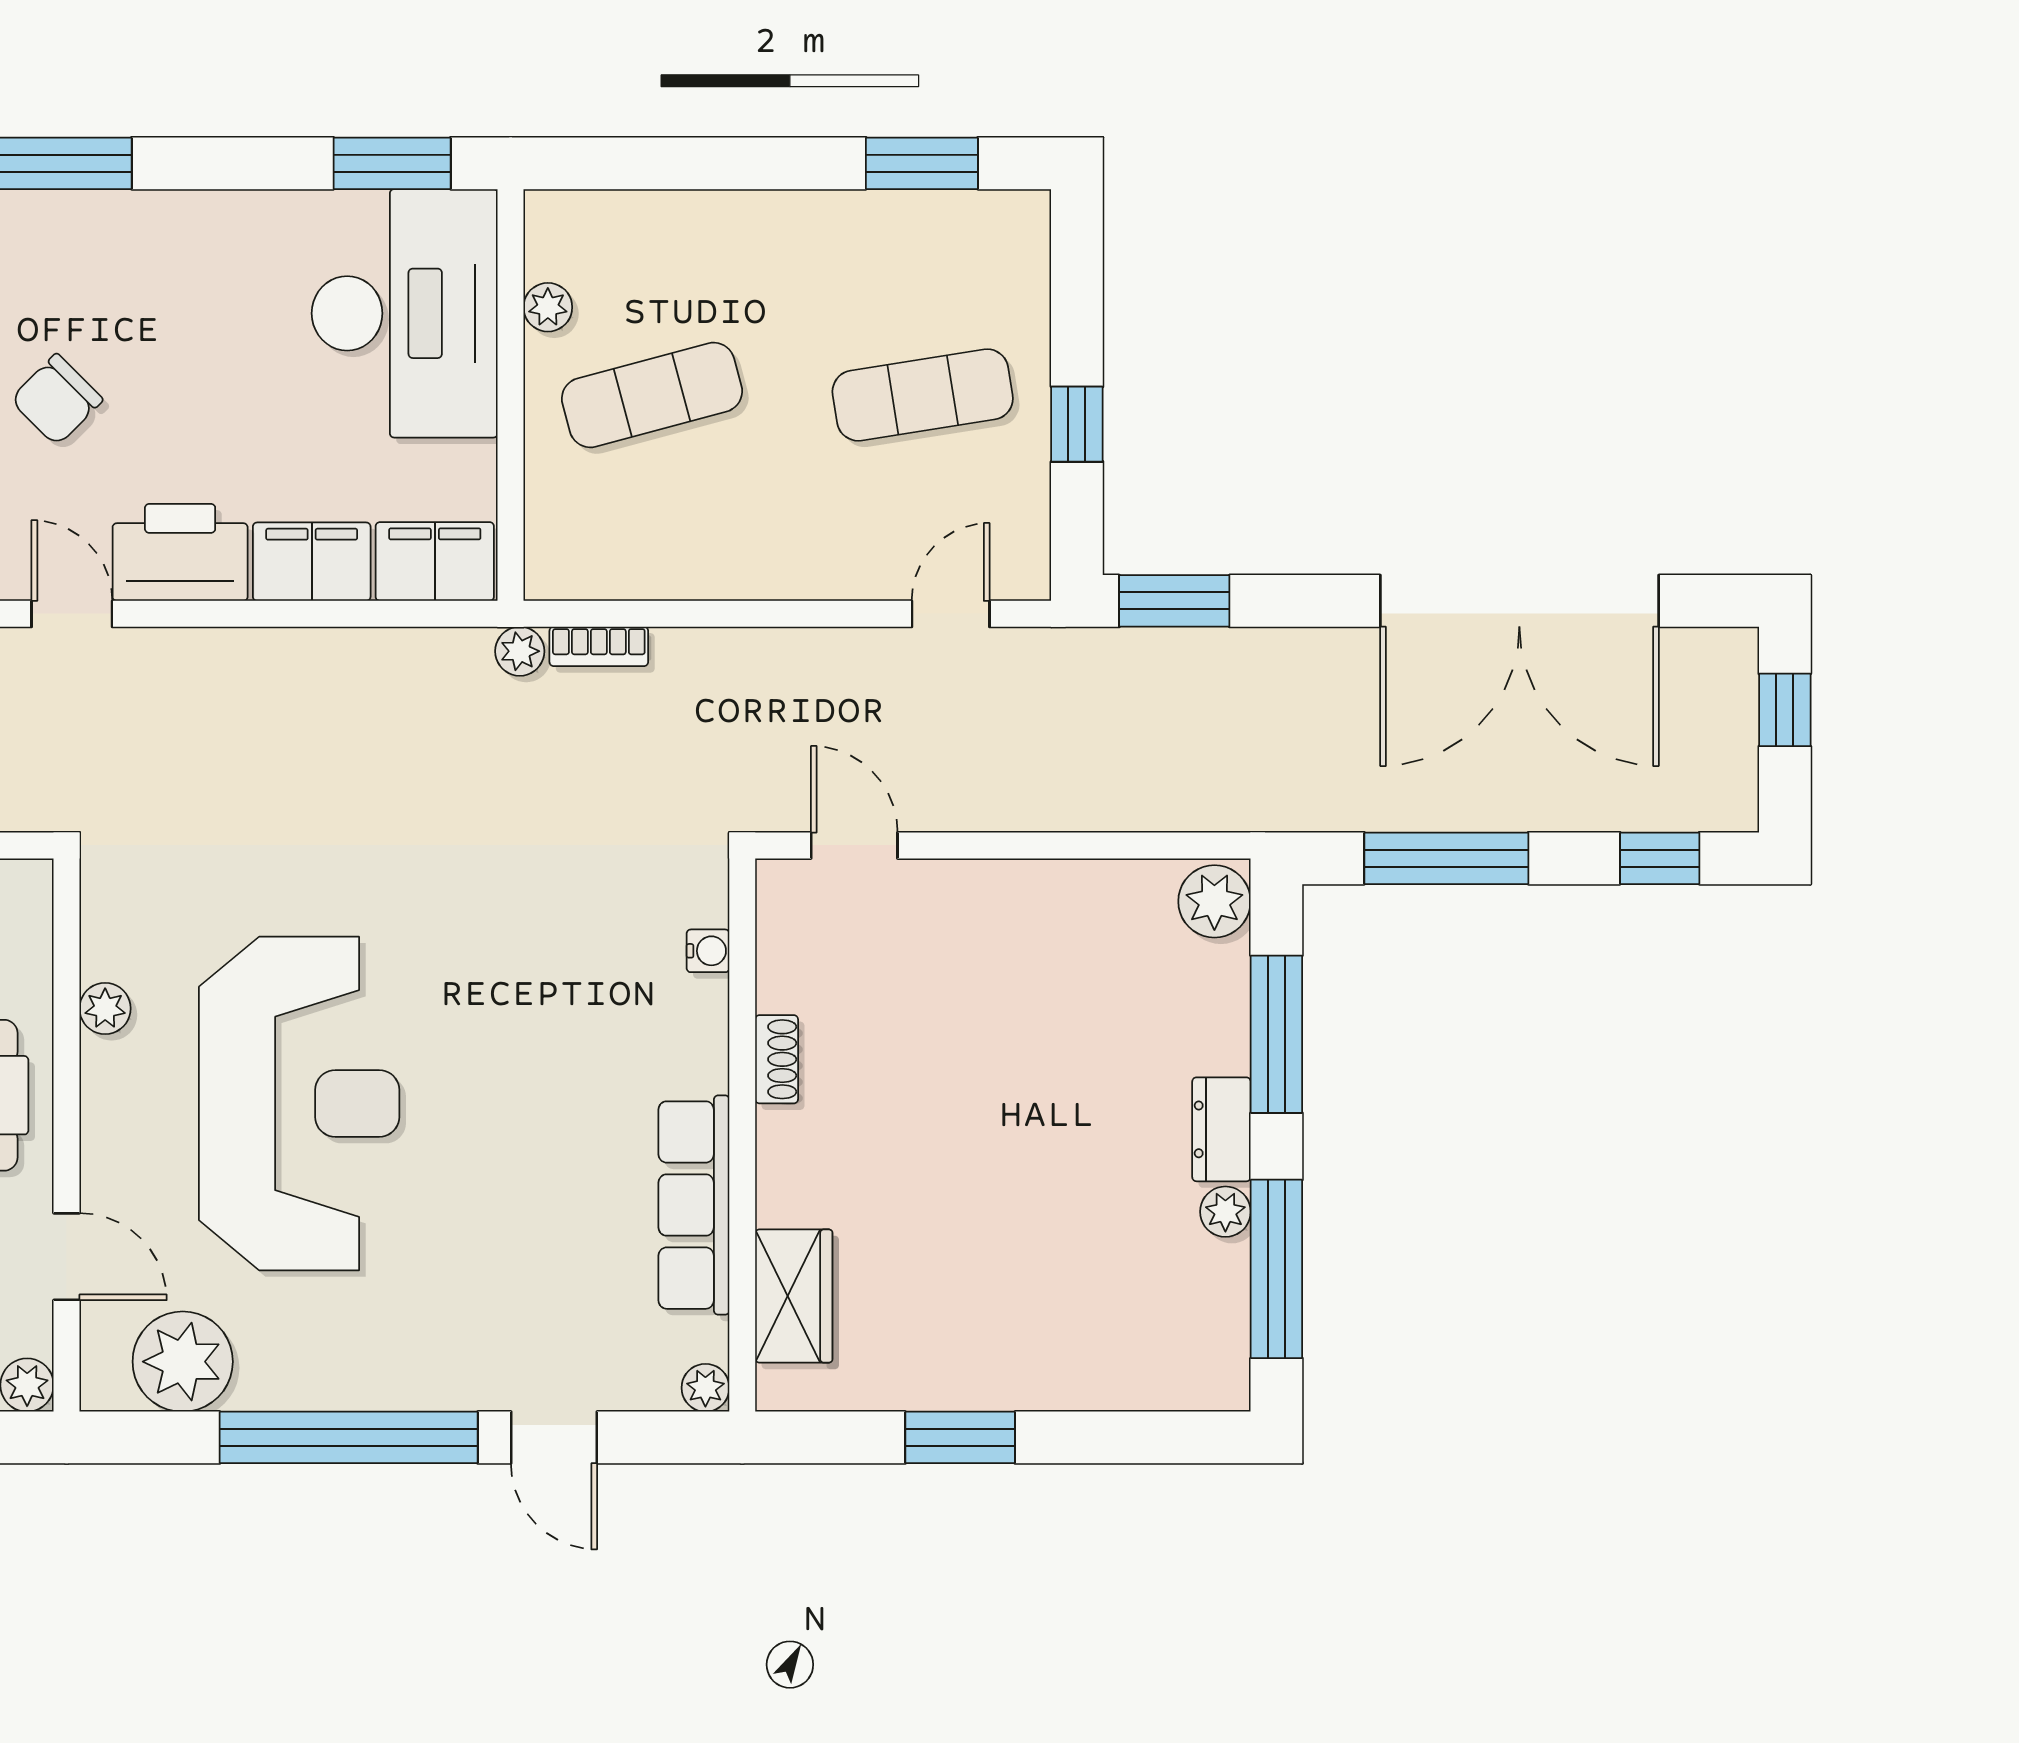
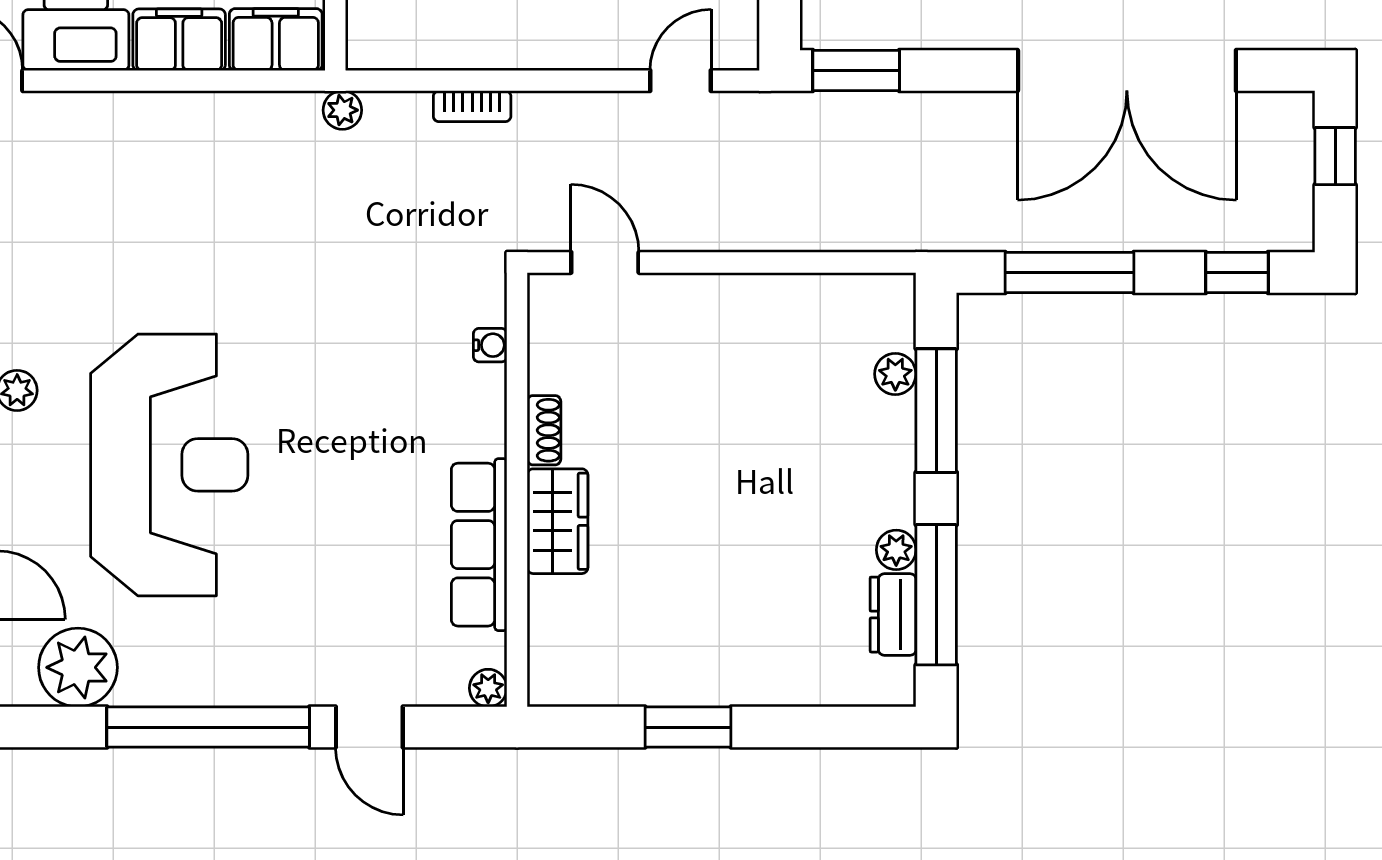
bookcase: (599, 646) -> (472, 106), moved
plant: (1214, 901) -> (895, 374), moved, width x0.73, depth x0.73
dresser: (1221, 1129) -> (893, 615), moved
wardrobe: (794, 1296) -> (557, 521), moved

